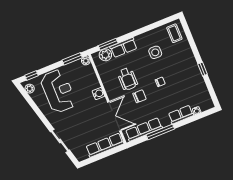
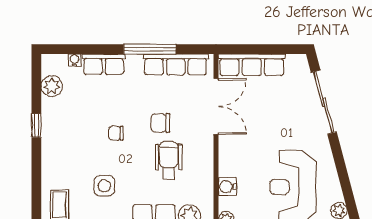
plant: (203, 93) -> (52, 86), added
water cooler: (98, 94) -> (227, 187), moved
double door: (114, 116) -> (216, 106), swing flipped
sliding door: (60, 141) -> (324, 102), width x1.37

